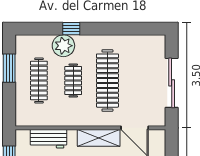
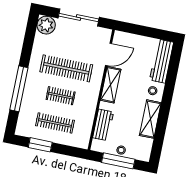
window: (71, 29) -> (19, 89), width x3.17
plant: (63, 46) -> (46, 25), moved

